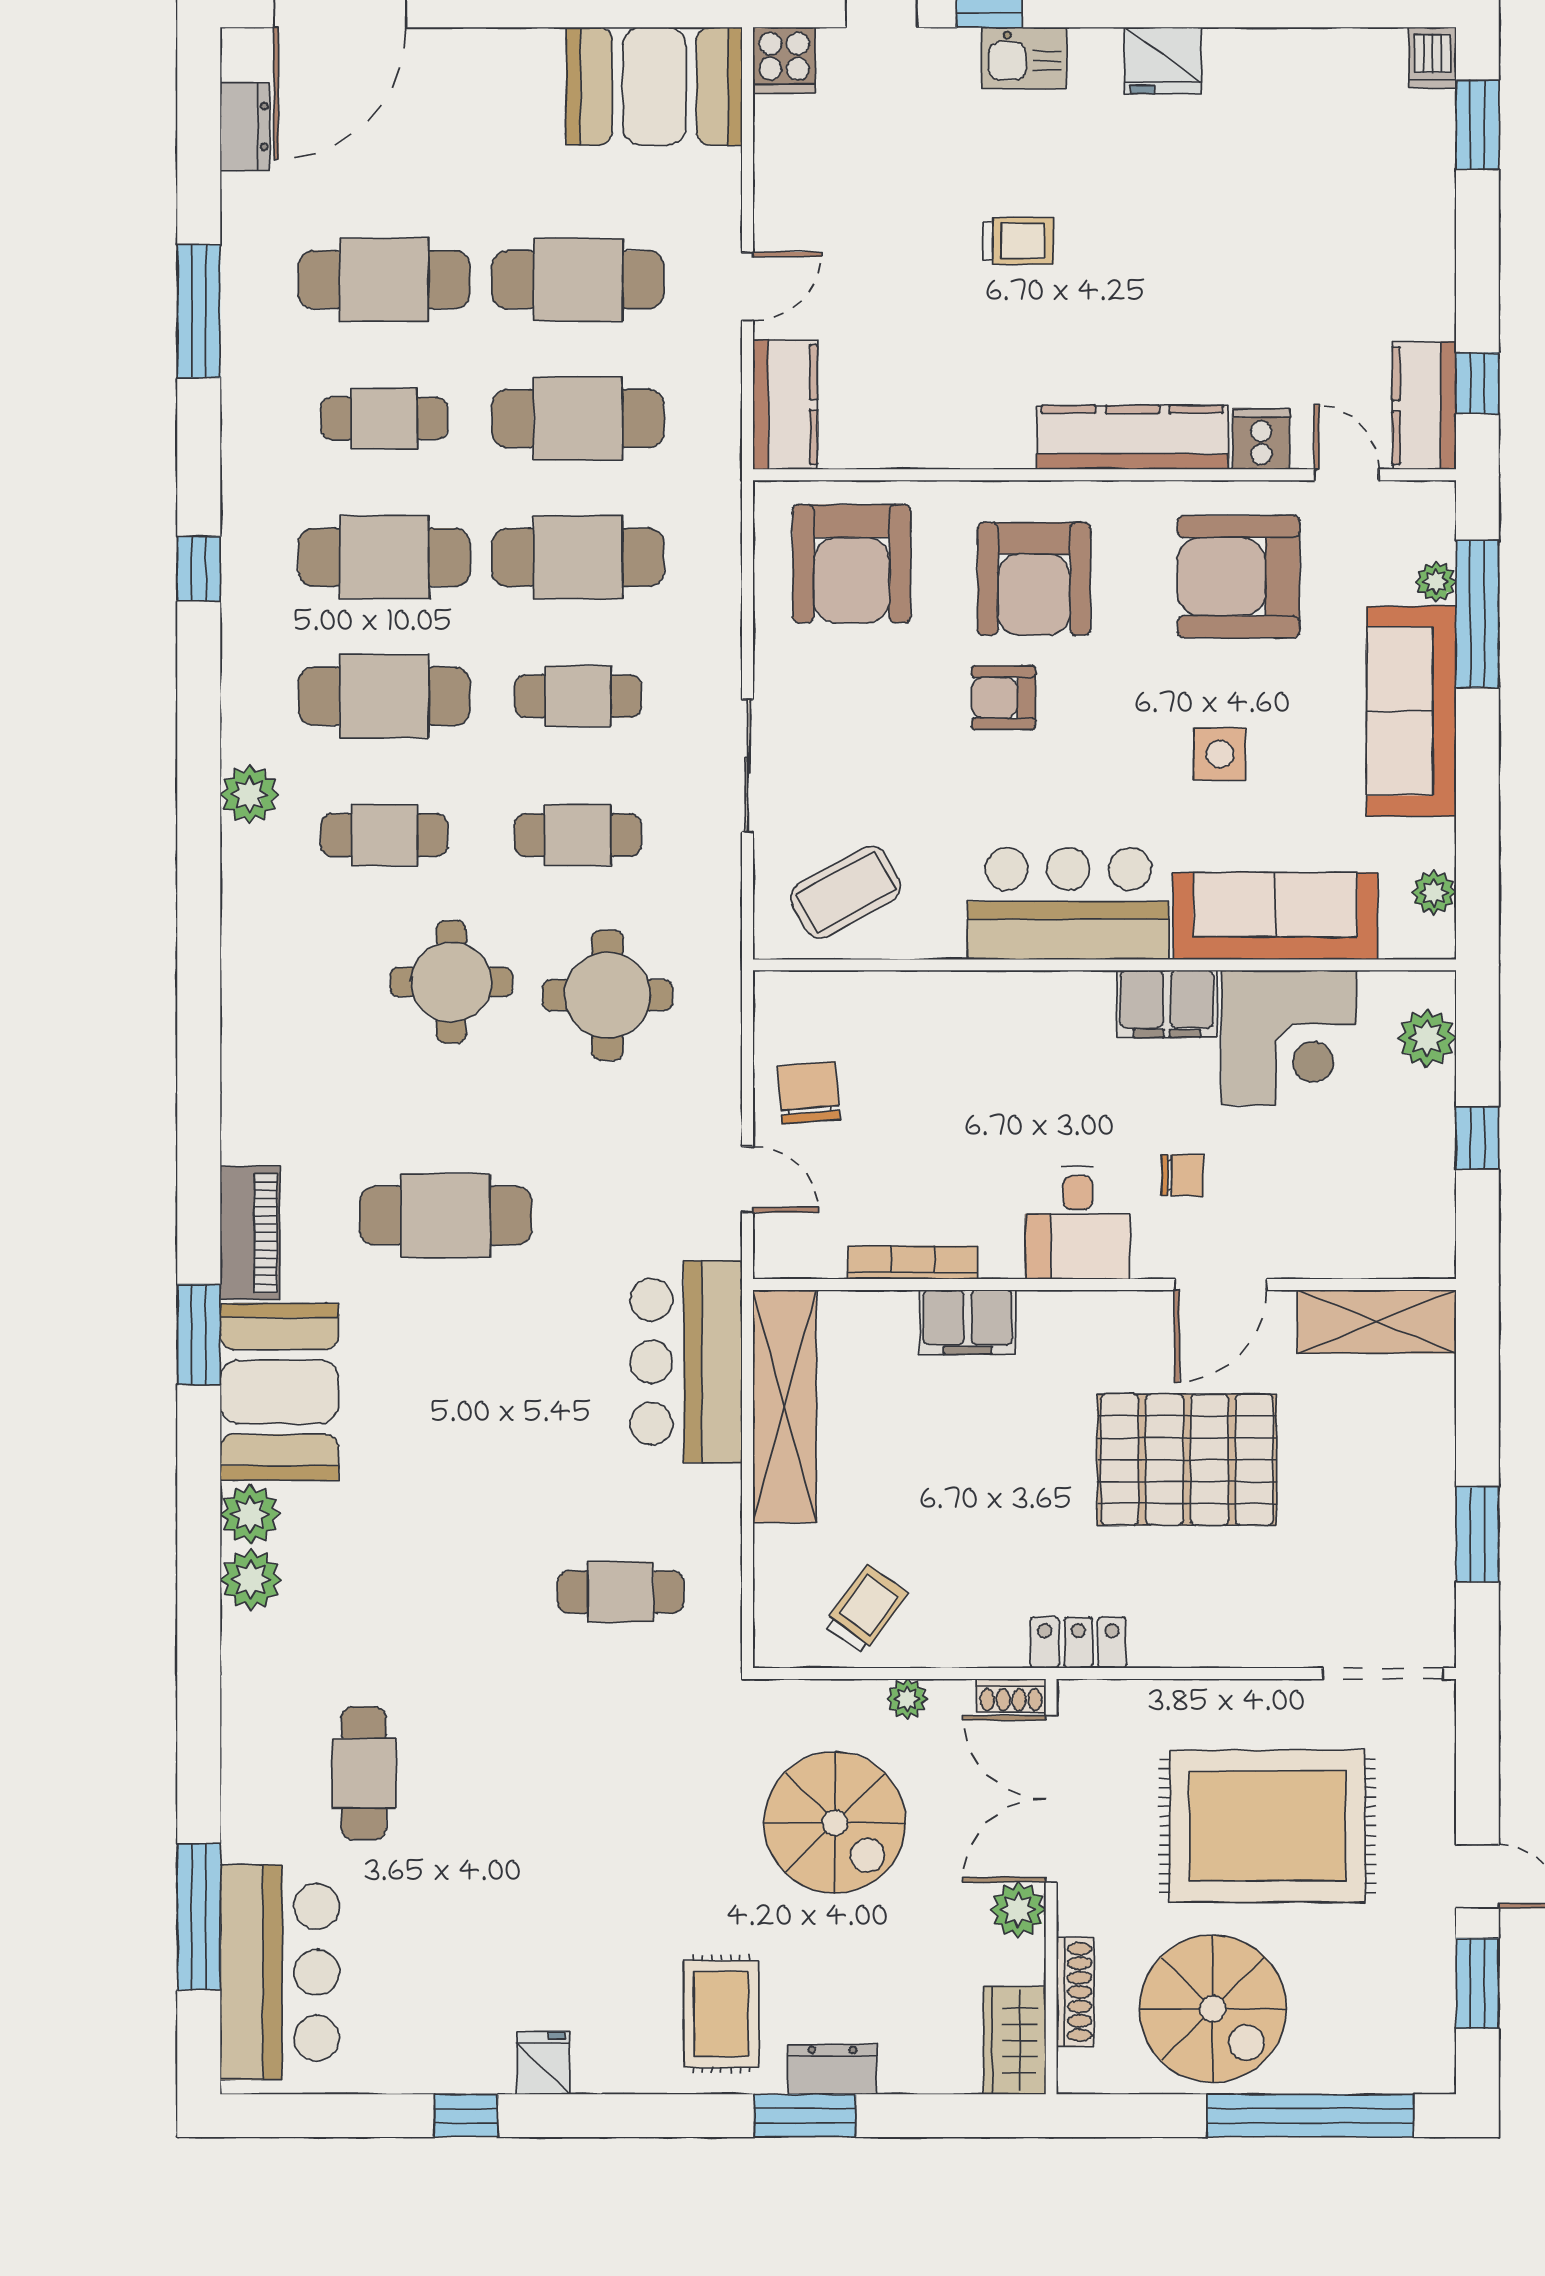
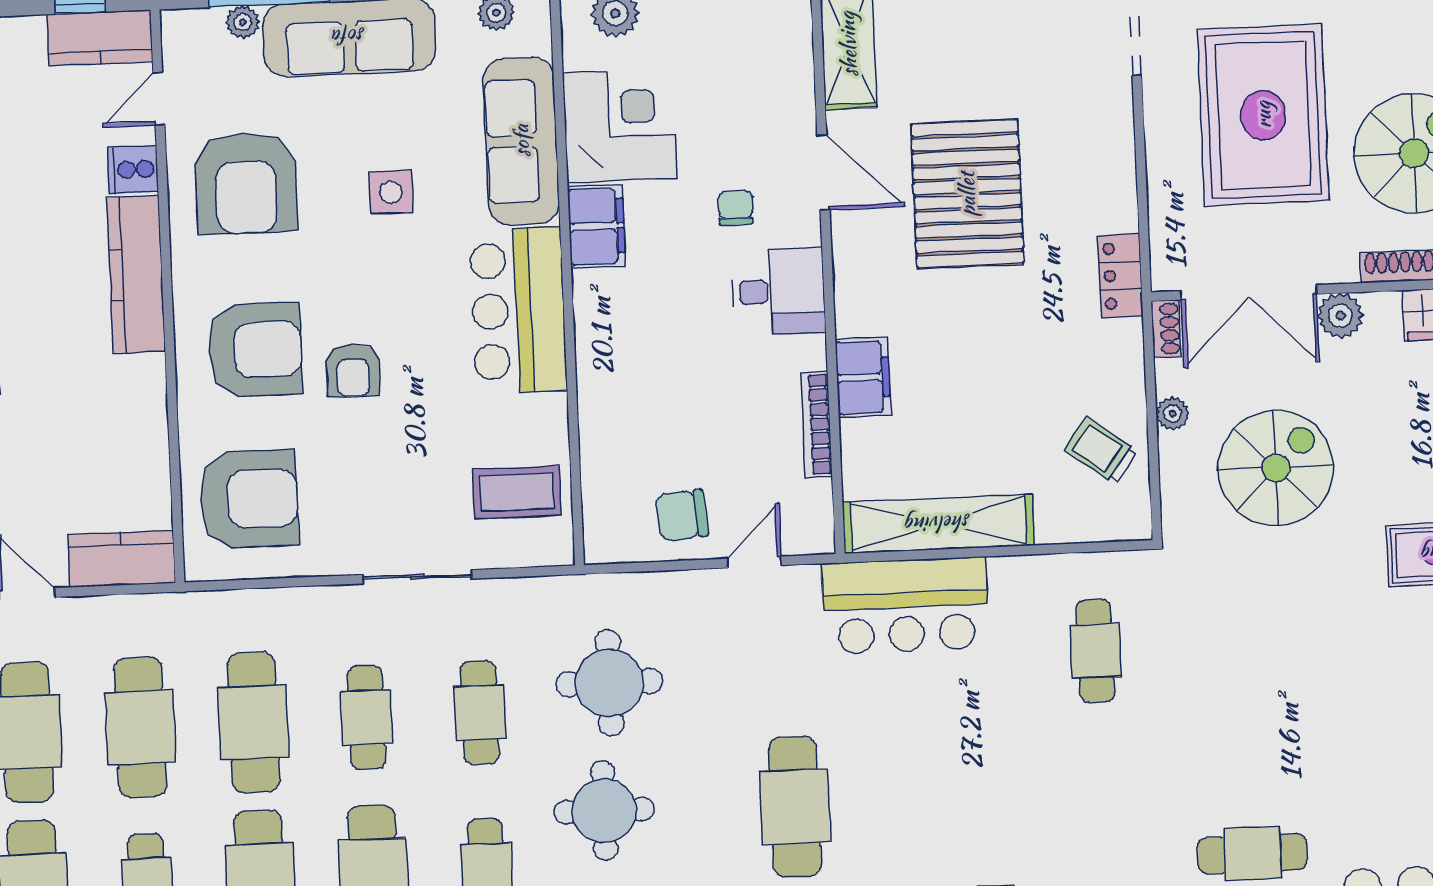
coffee table: (846, 892) -> (517, 492), turned -61

